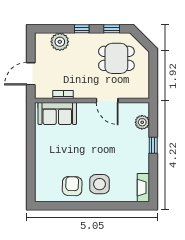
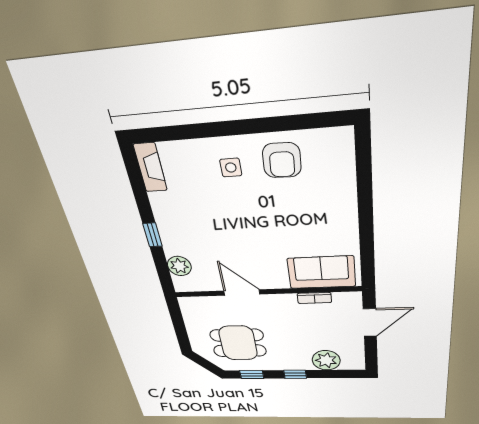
side table: (100, 184) -> (231, 168), width x0.54, depth x0.54

